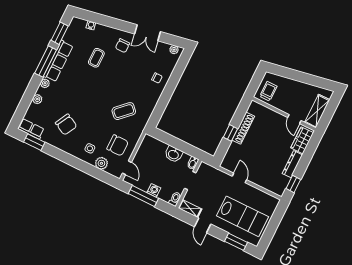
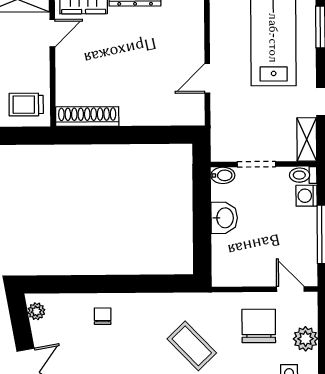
shoe rack: (243, 128) -> (87, 117), moved
window: (230, 133) -> (135, 135), removed
door: (127, 168) -> (290, 289), hinge flipped
washing machine: (154, 190) -> (306, 196), moved

